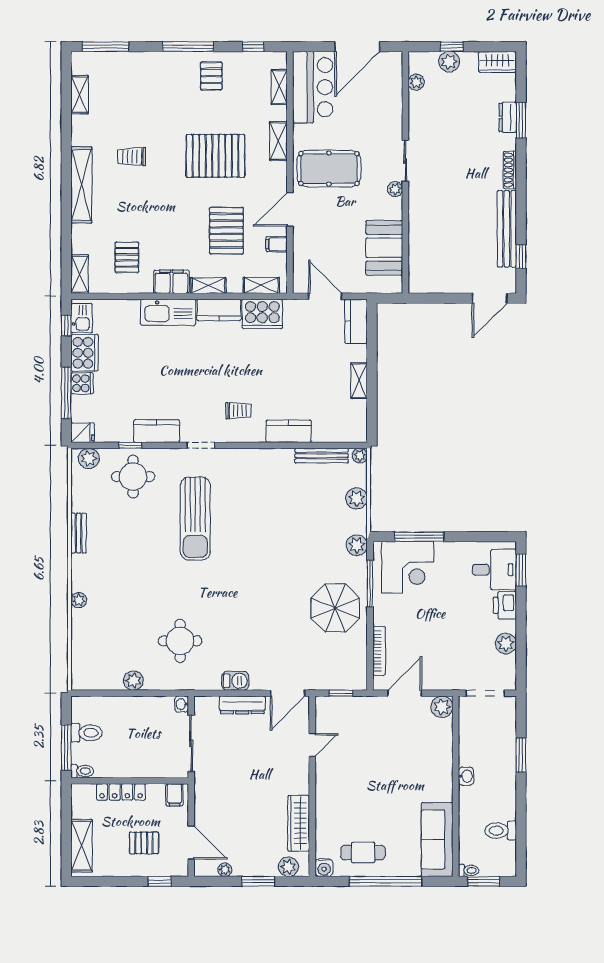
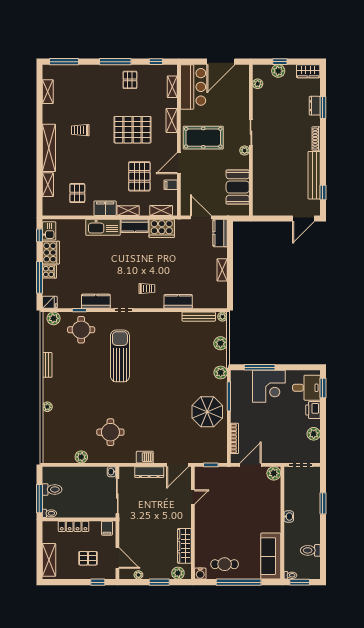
shelving: (80, 274) -> (48, 185), moved
sun lounger: (195, 519) -> (120, 356), turned 180
corner desk: (408, 567) -> (269, 386), moved

